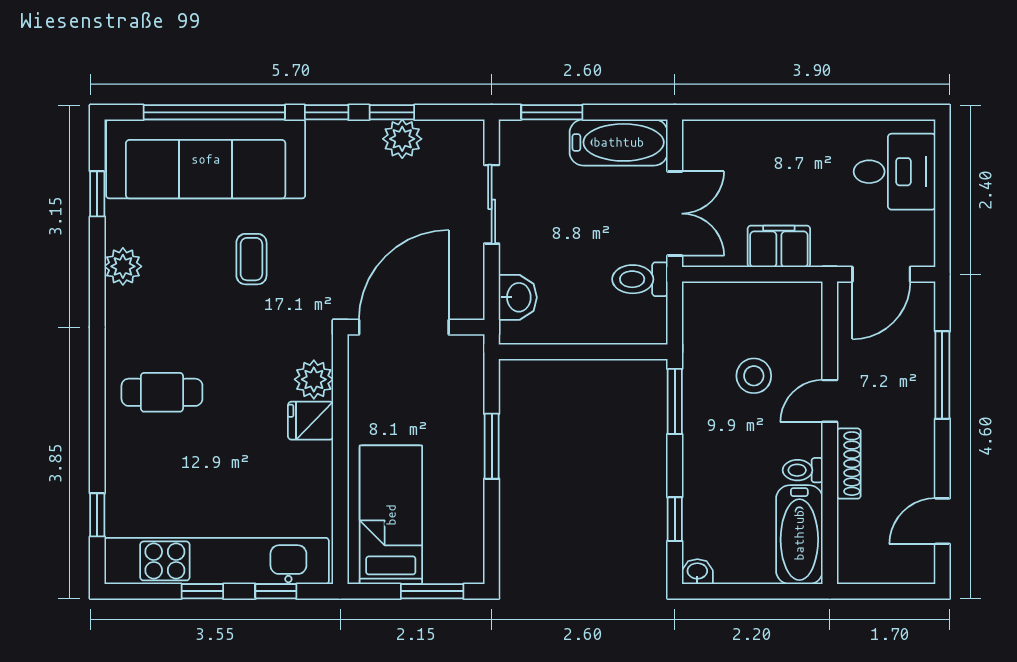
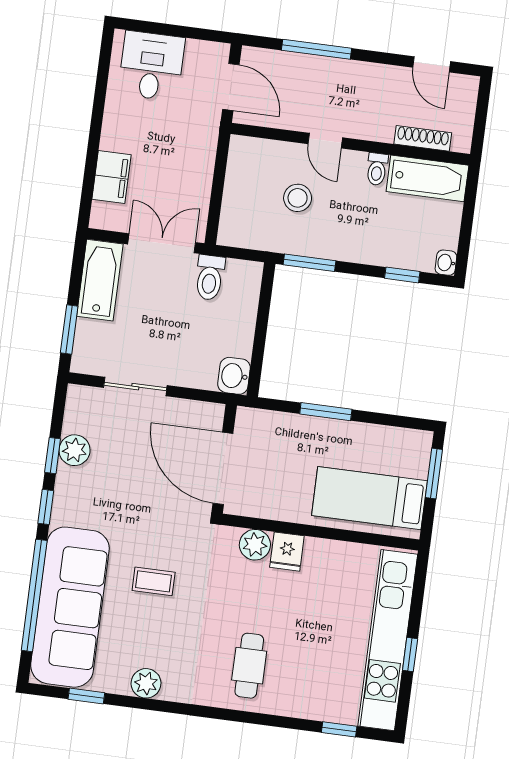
filing cabinet: (779, 246) -> (112, 177), moved, turned 180
washbasin: (518, 297) -> (234, 376), moved, turned -90
shoe rack: (849, 464) -> (423, 138), moved
window: (276, 591) -> (418, 597), removed

